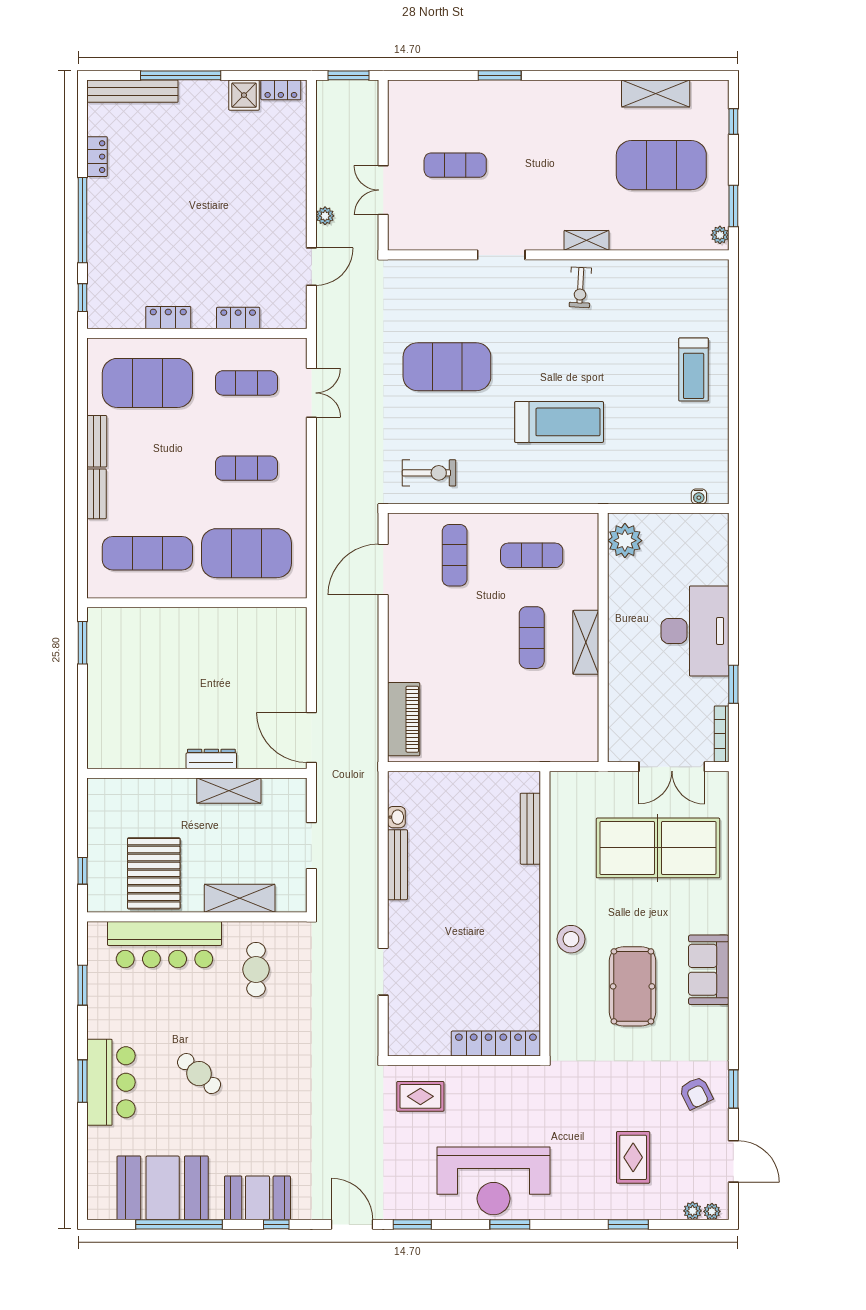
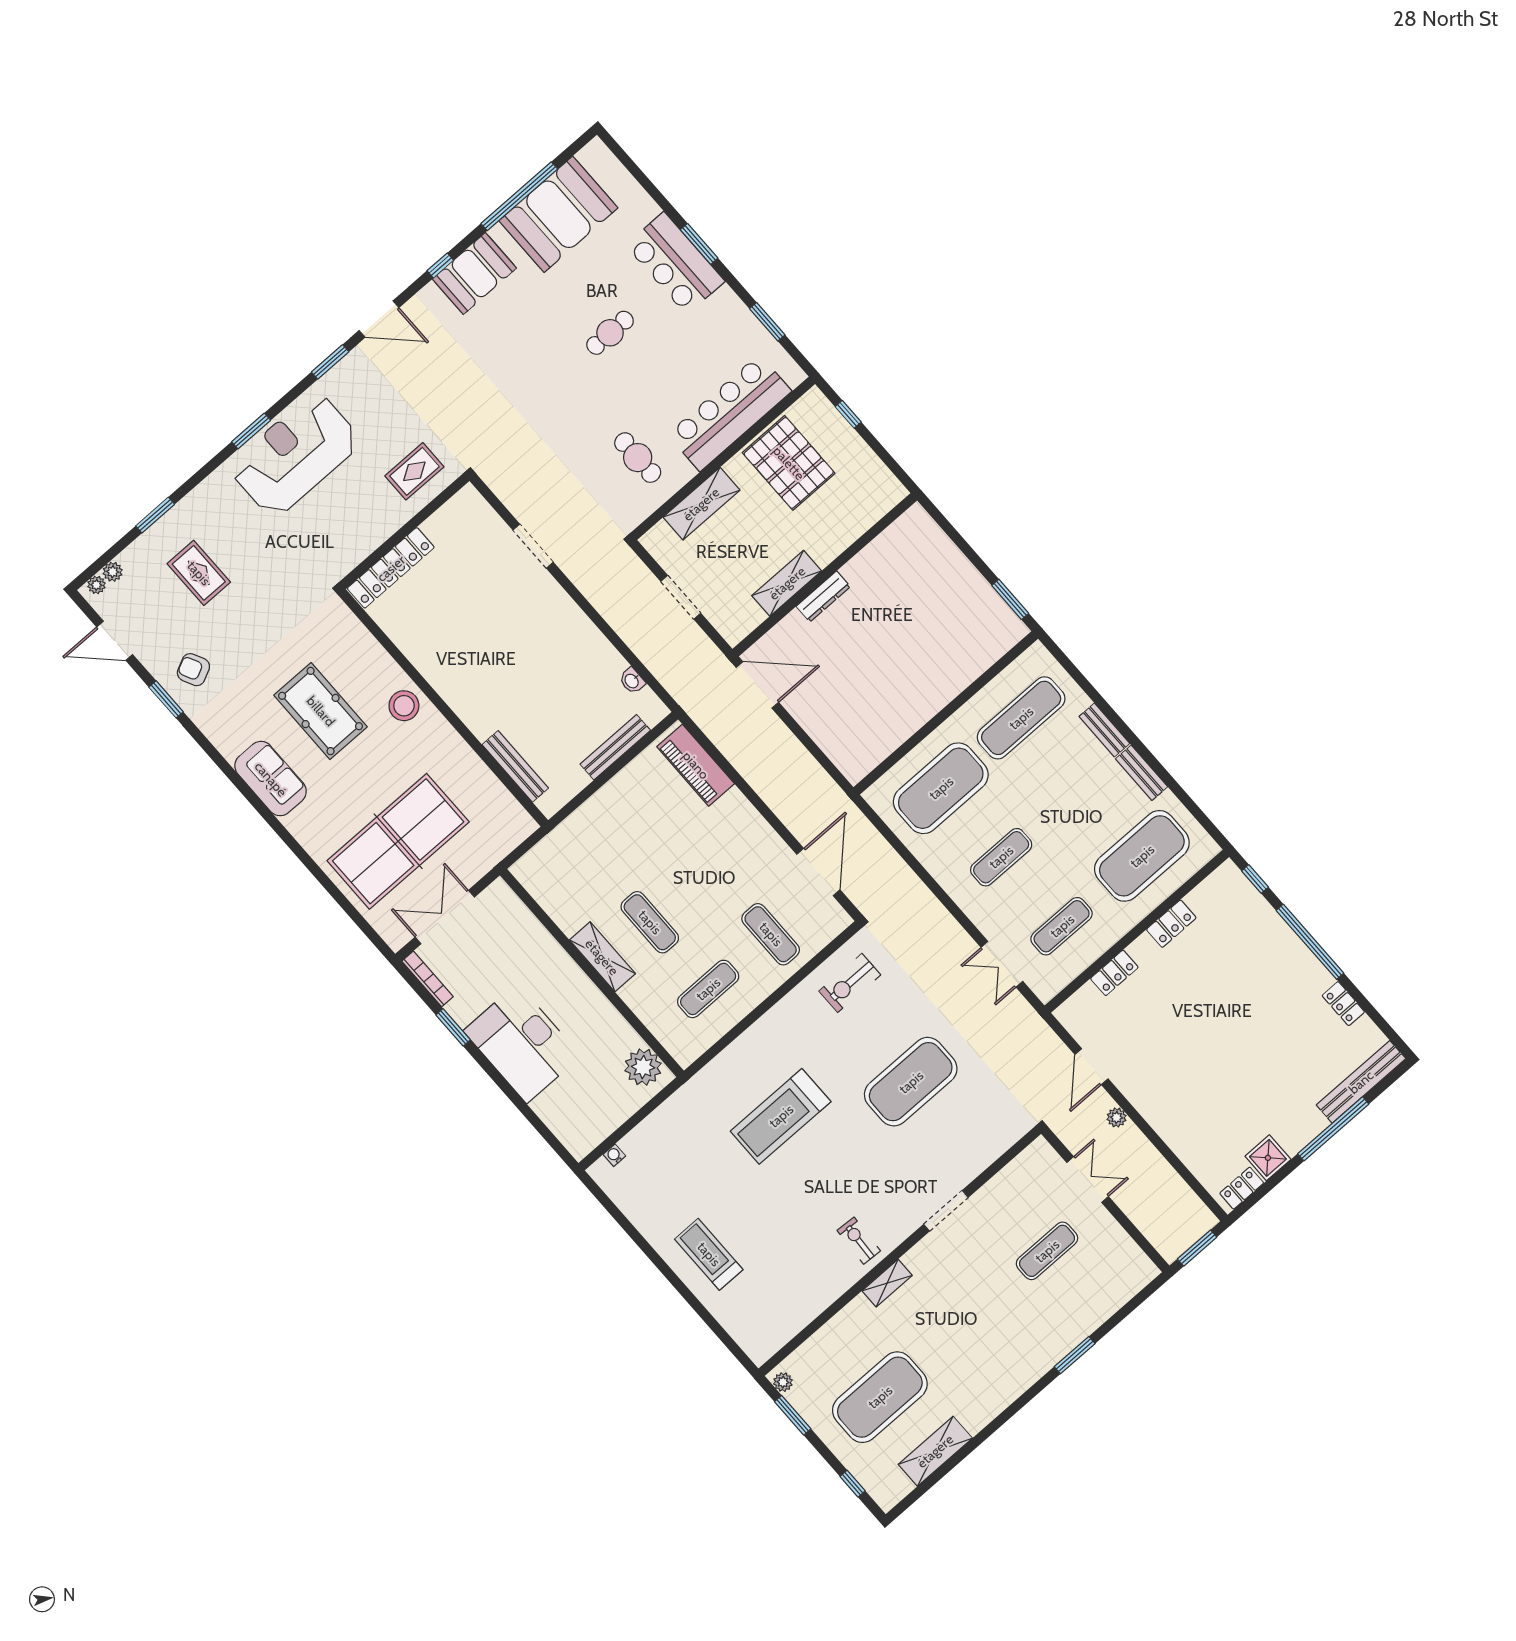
bench: (398, 865) -> (615, 747), moved, turned 90
cafe table: (199, 1074) -> (610, 333), turned -42

